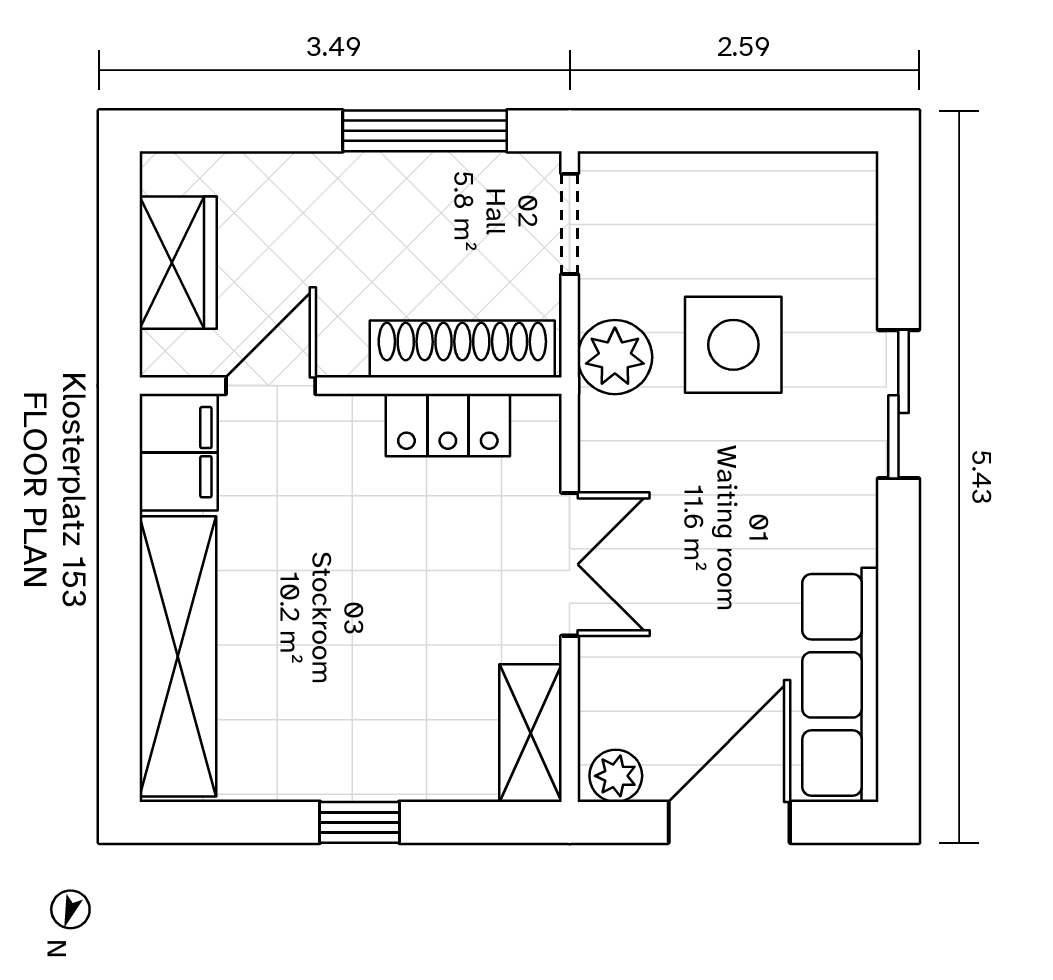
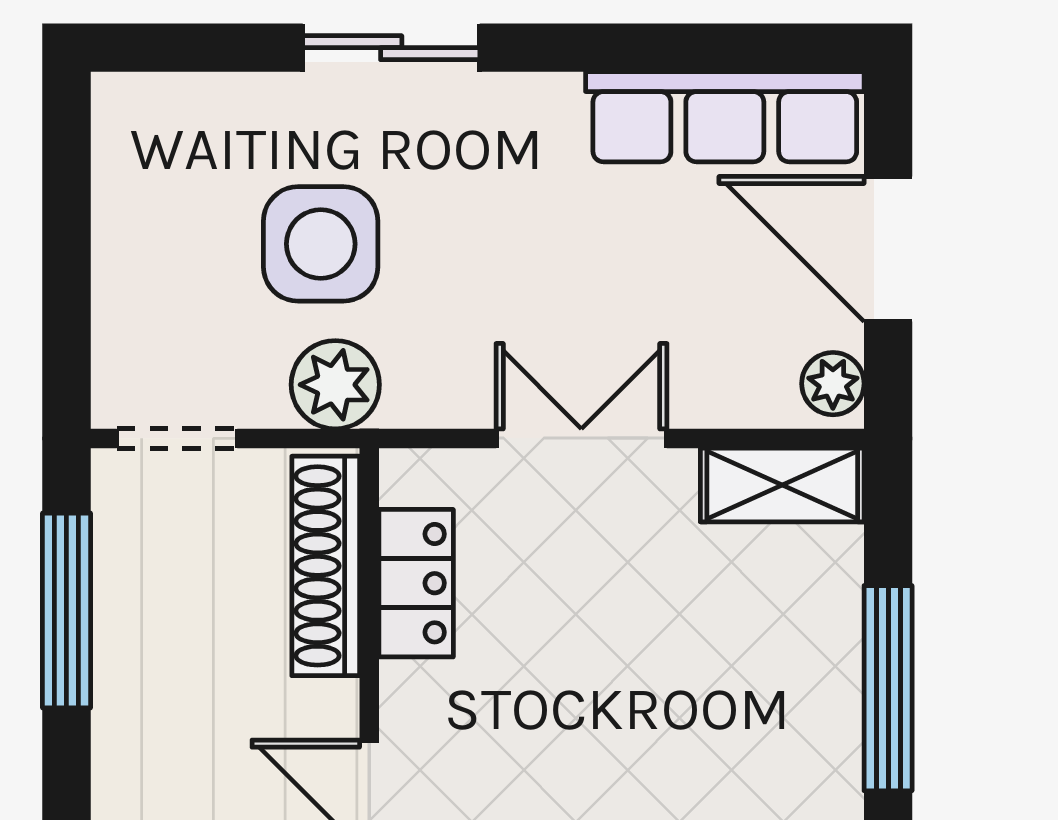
window: (360, 822) -> (888, 688), width x2.17

